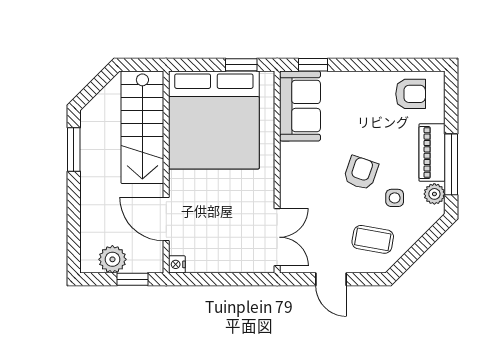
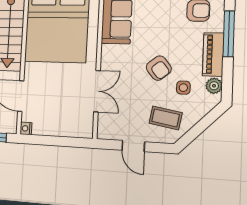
window: (451, 164) -> (229, 34), moved
armchair: (361, 173) -> (159, 68), turned 122
double door: (277, 237) -> (97, 91), moved

